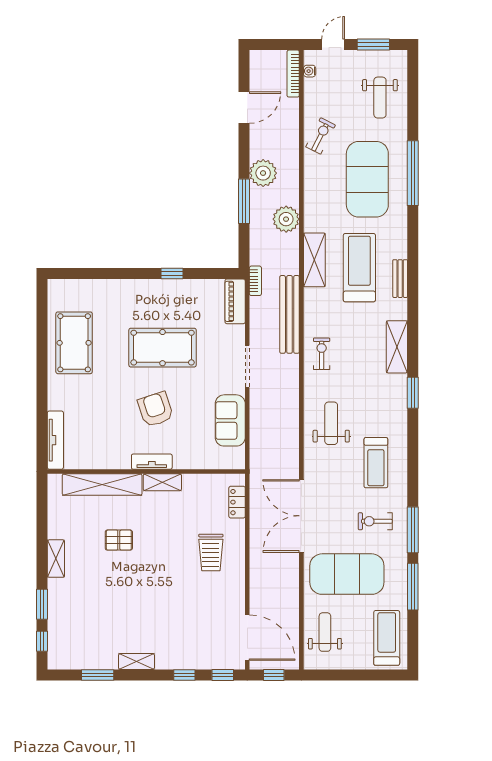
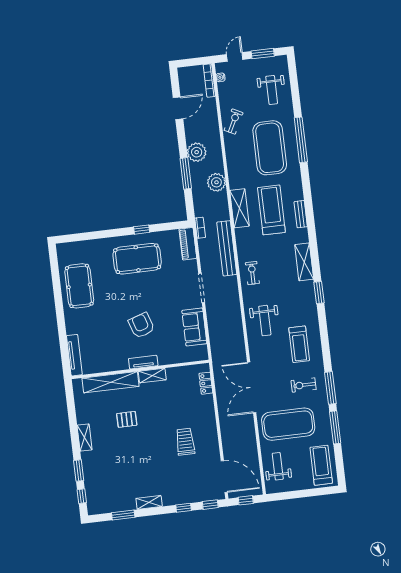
pool table: (163, 348) -> (137, 259), moved
weight bench: (331, 423) -> (265, 321), turned 180
trolley: (211, 553) -> (185, 442), moved, turned 180

